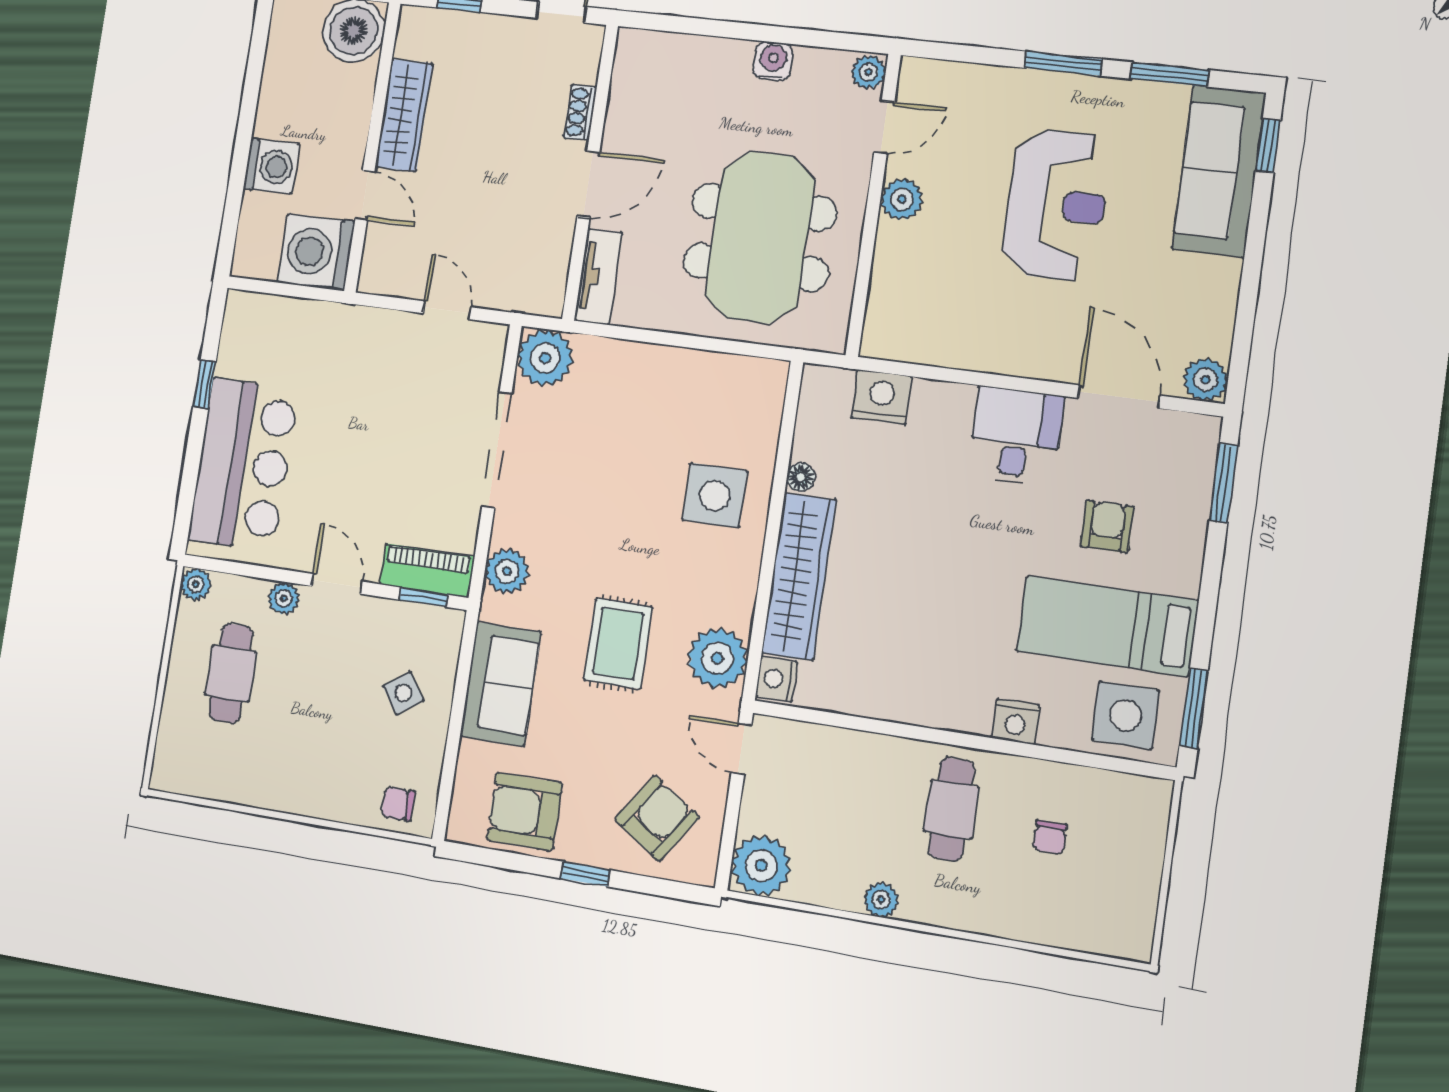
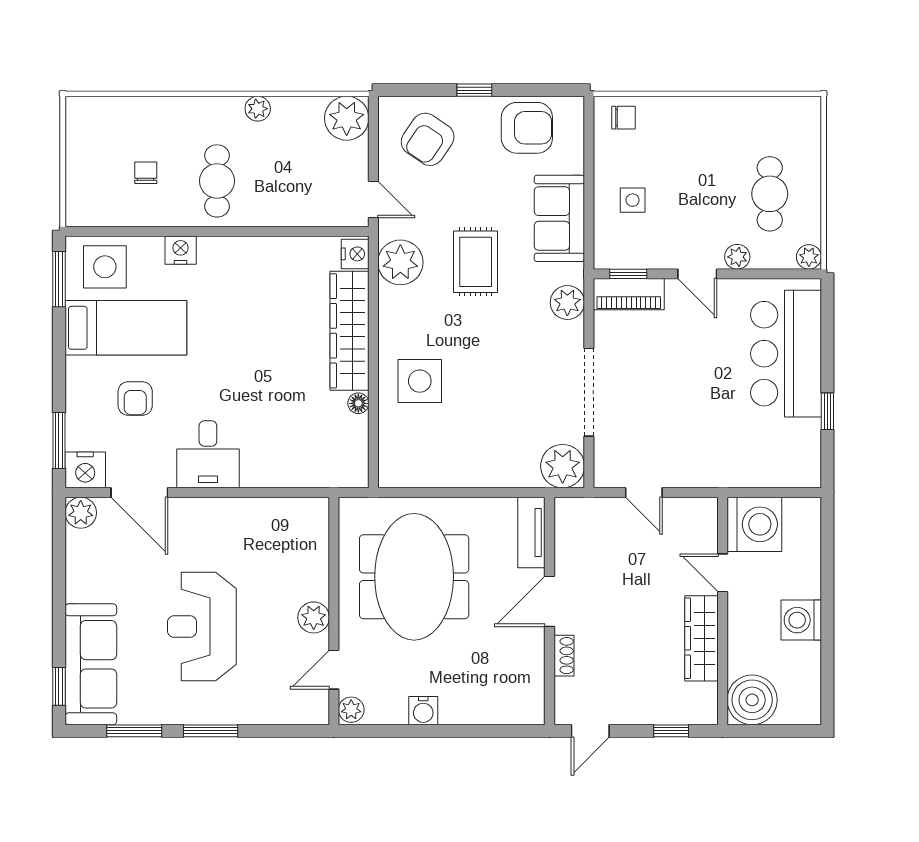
washing machine: (271, 166) -> (801, 620), moved
nightstand: (882, 397) -> (85, 470), moved
side table: (403, 693) -> (633, 200), turned 35

